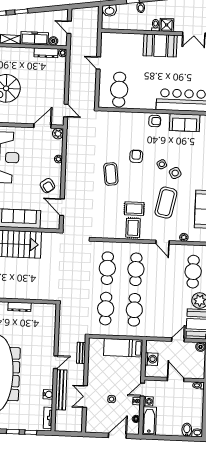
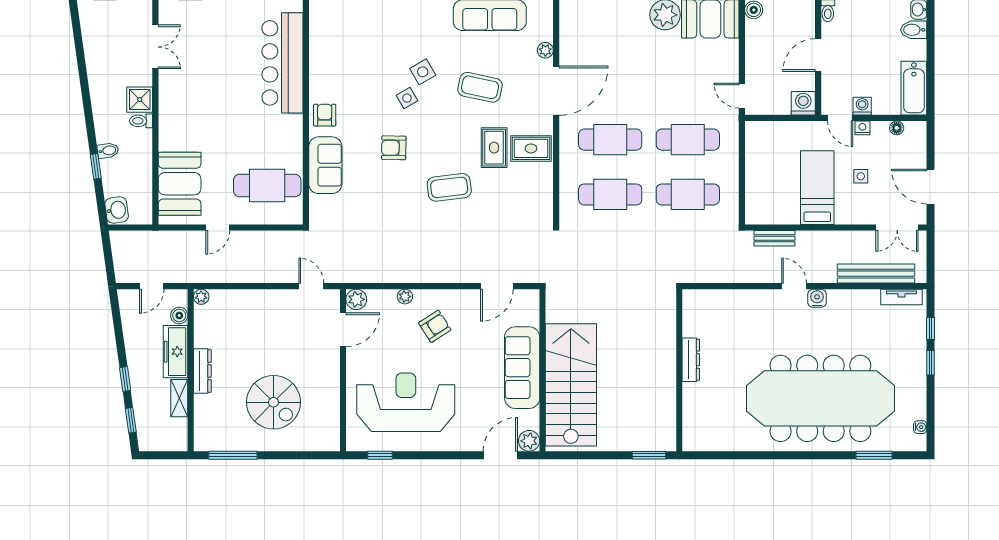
booth: (160, 45) -> (180, 184), moved
dresser: (46, 53) -> (202, 371), moved
door: (66, 110) -> (311, 286), hinge flipped
sofa: (185, 123) -> (325, 165), moved
door: (42, 126) -> (343, 330), swing flipped
coffee table: (111, 174) -> (449, 187), moved
armchair: (47, 186) -> (435, 326), moved
coffee table: (166, 203) -> (480, 87), width x0.73, depth x0.76
door: (162, 242) -> (556, 91), width x1.88
cafe table: (193, 272) -> (610, 30), removed
door: (178, 340) -> (742, 96), moved
bed: (123, 348) -> (817, 188), moved, turned 180
washing machine: (151, 359) -> (803, 103), moved
bench: (61, 390) -> (876, 274), moved
water cooler: (48, 394) -> (817, 298), moved
double door: (85, 397) -> (897, 227), moved
bathtub: (149, 421) -> (914, 88), moved, turned -90
door: (117, 436) -> (931, 187), moved

